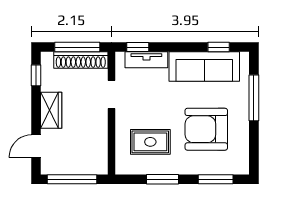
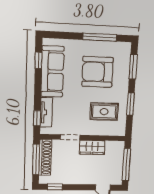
window: (254, 98) -> (100, 37), moved
wardrobe: (51, 110) -> (92, 147), moved, turned 180
armchair: (206, 129) -> (97, 72), turned 90
rug: (150, 142) -> (104, 112), turned 90

